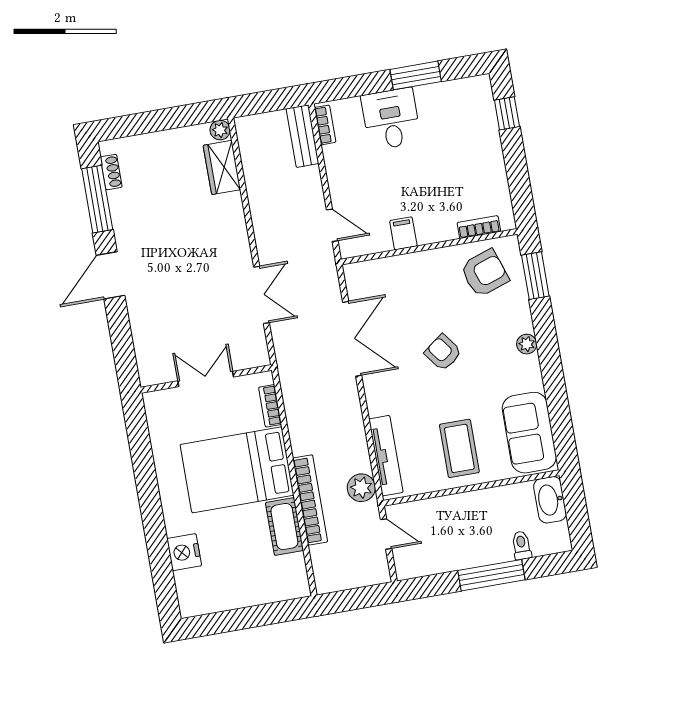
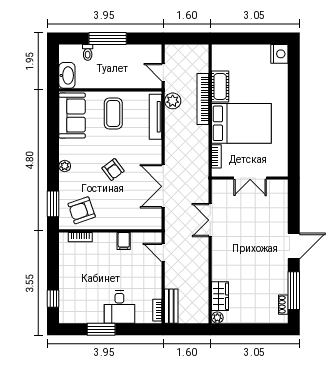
nightstand: (184, 552) -> (279, 54), moved

